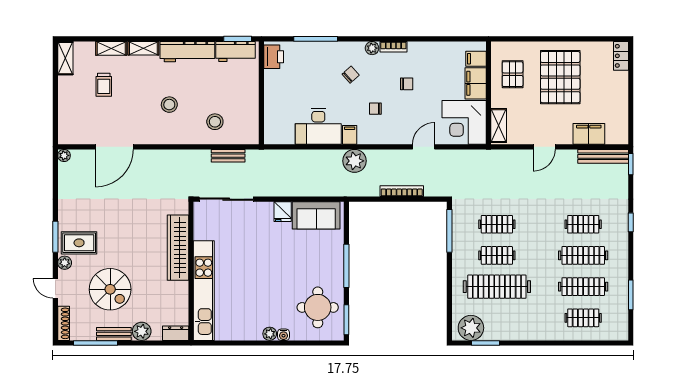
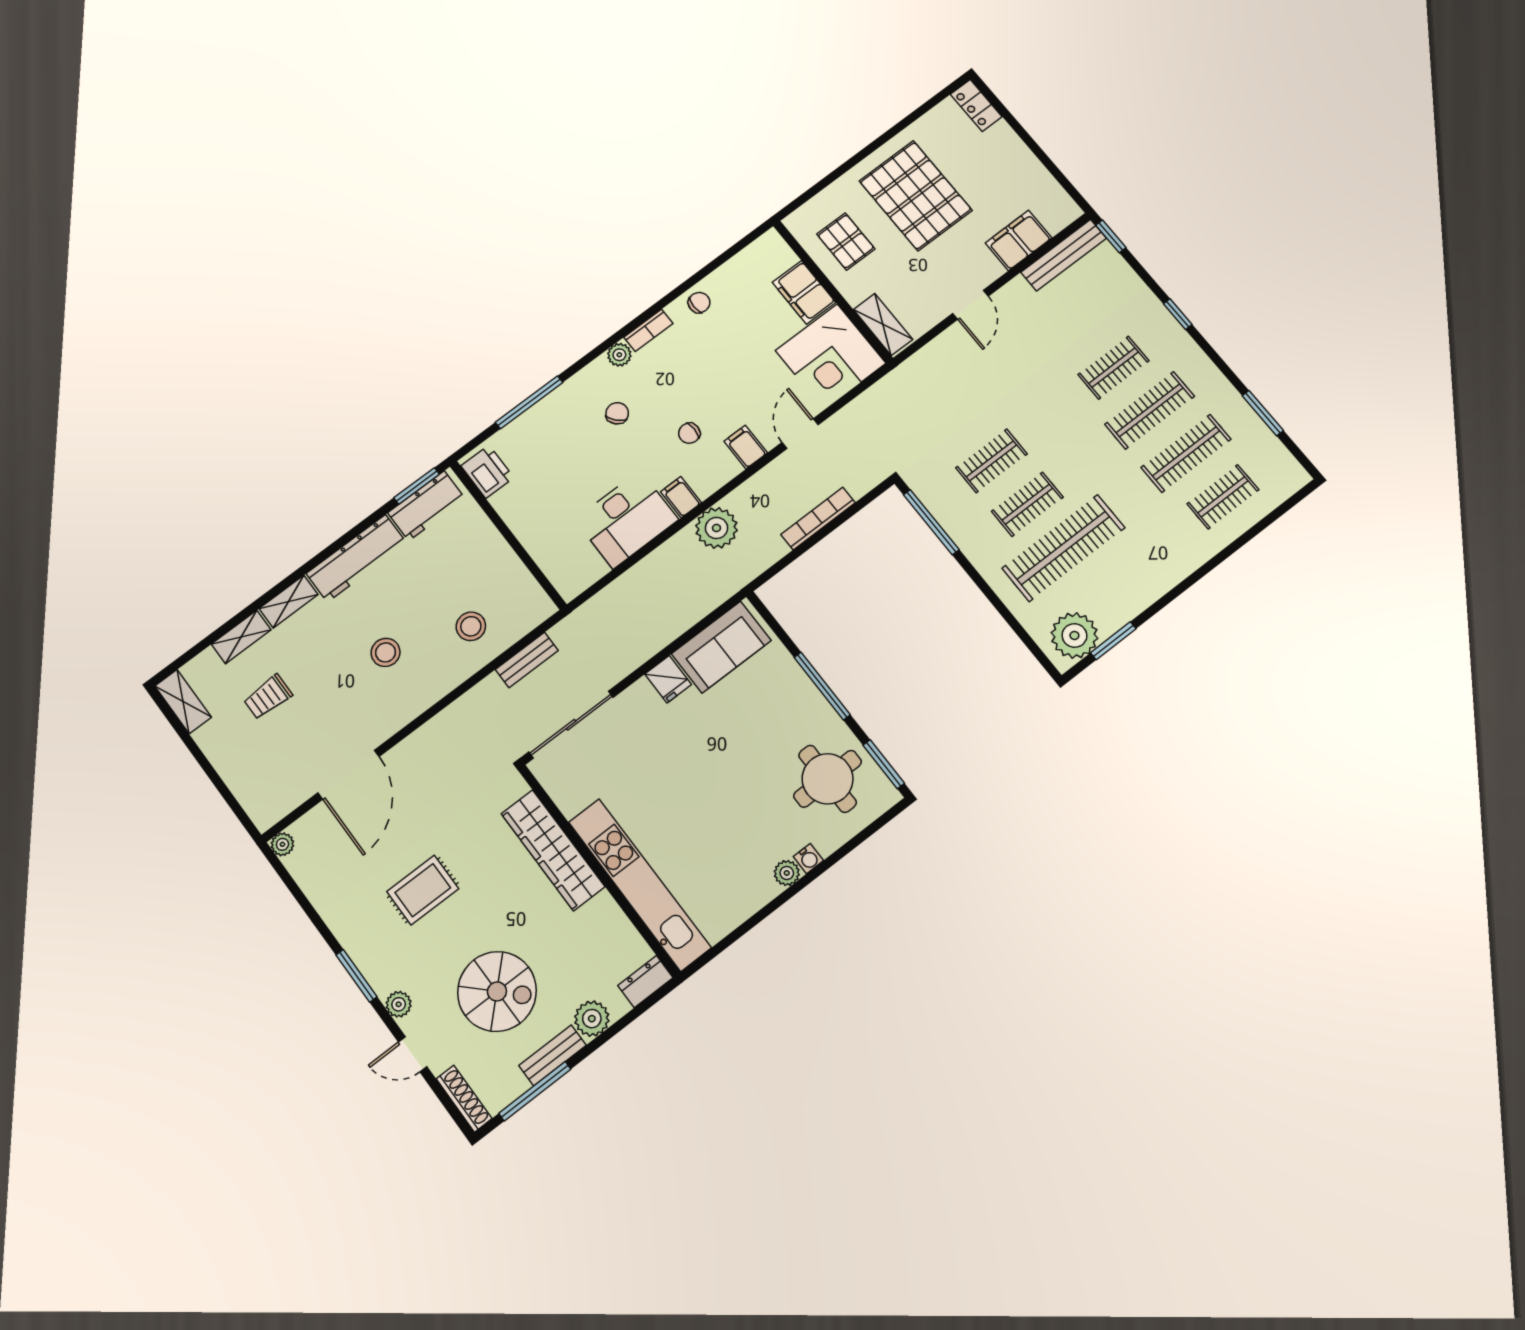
filing cabinet: (476, 59) -> (746, 447), moved, turned 90
chair: (407, 84) -> (699, 303), moved
trolley: (104, 85) -> (268, 697), turned 90
rug: (79, 243) -> (423, 890), moved

